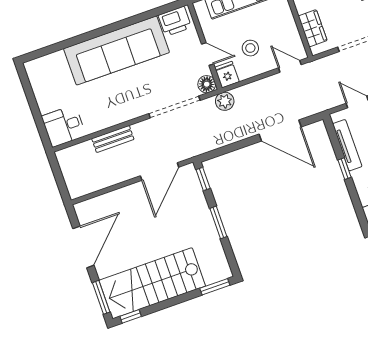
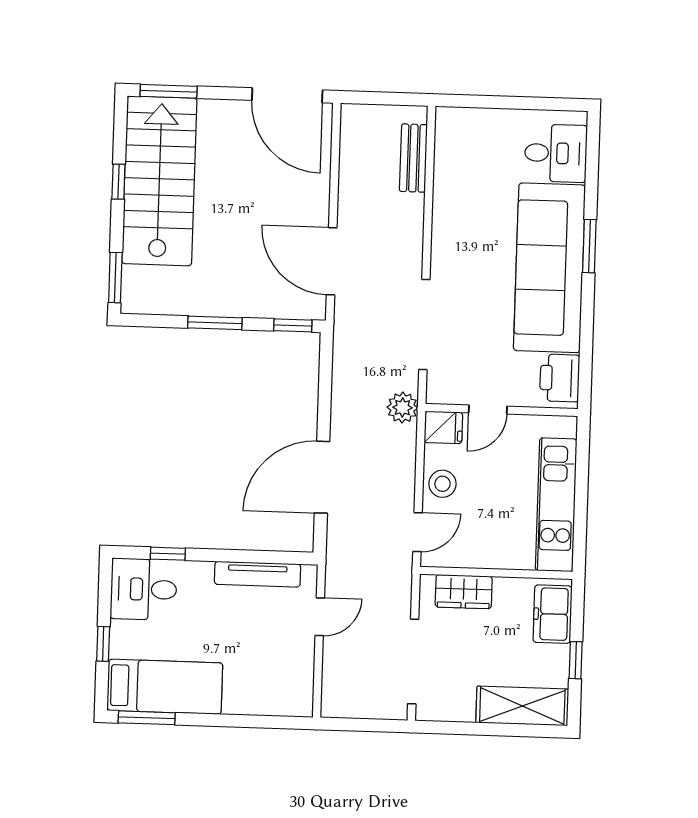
window: (96, 33) -> (589, 246), added
stool: (250, 48) -> (442, 484), moved
floor lamp: (207, 84) -> (441, 390), removed
desk: (64, 126) -> (556, 153), moved, turned 90
bench: (113, 139) -> (413, 158), moved
window: (344, 169) -> (168, 554), moved
door: (83, 247) -> (287, 95), moved
window: (131, 316) -> (118, 182), moved

